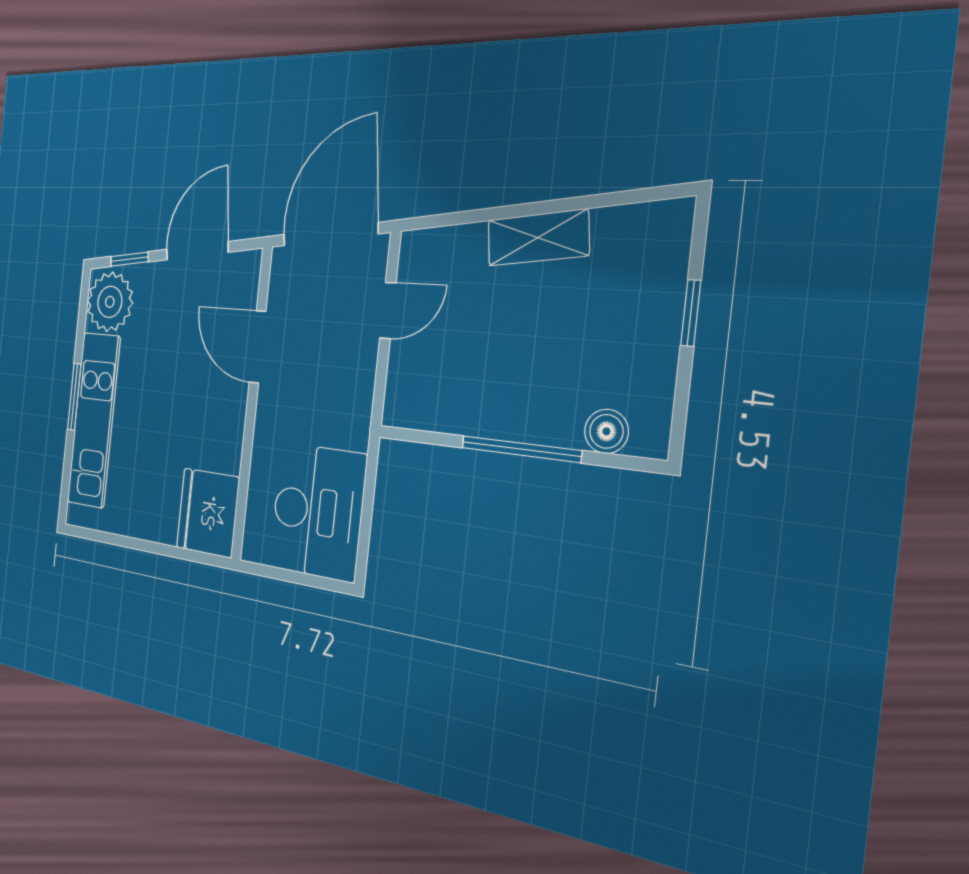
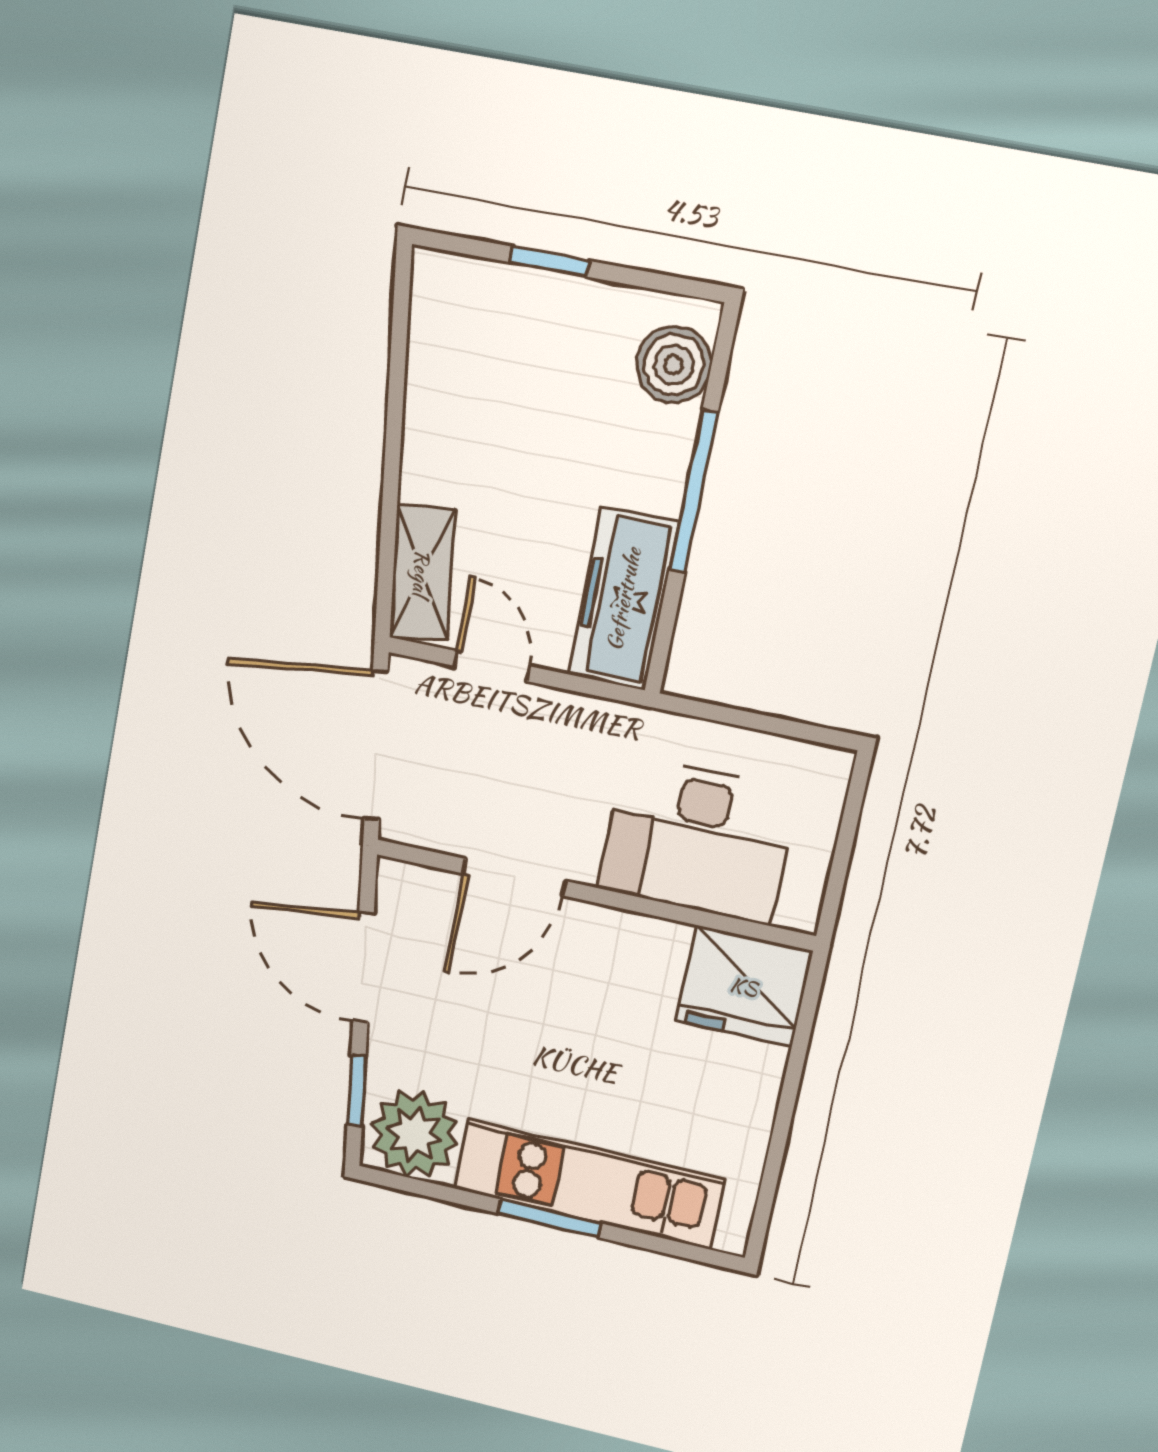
shelving: (538, 238) -> (422, 573), moved
freezer: (441, 403) -> (623, 599), added
boiler: (606, 431) -> (674, 365), width x1.36, depth x1.36
desk: (317, 512) -> (697, 840), moved, turned 180

